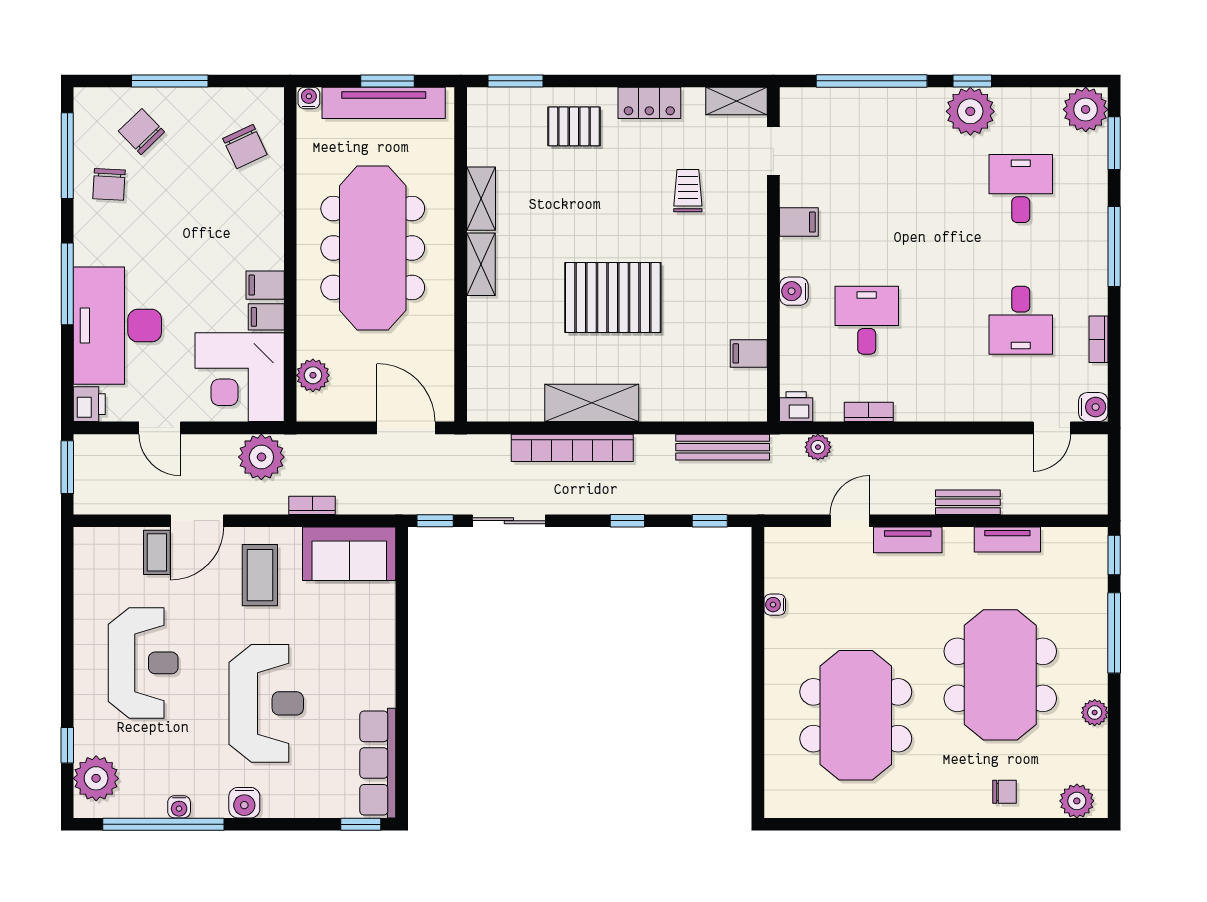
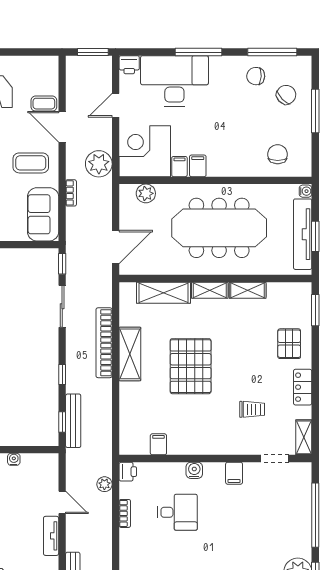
chair: (245, 147) -> (278, 154), turned 115
shelving: (485, 345) -> (163, 293), added
bench: (723, 447) -> (73, 421), moved

